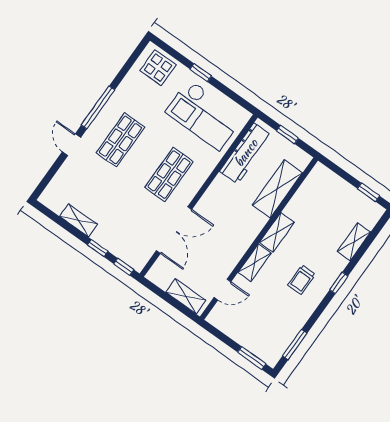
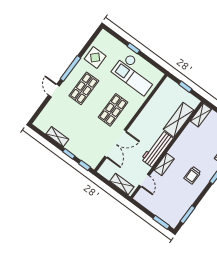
display table: (158, 68) -> (95, 58), moved
workbench: (246, 153) -> (157, 149), moved, turned 180
shelving: (277, 232) -> (201, 115), moved
door: (223, 290) -> (144, 180), hinge flipped

